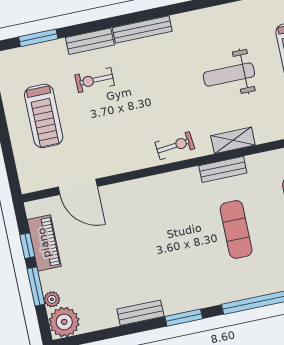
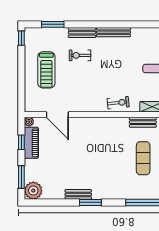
window: (36, 286) -> (21, 177), moved
plant: (52, 299) -> (29, 122), moved
window: (184, 318) -> (90, 202), moved

